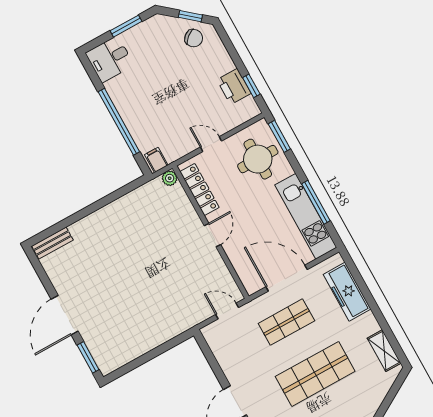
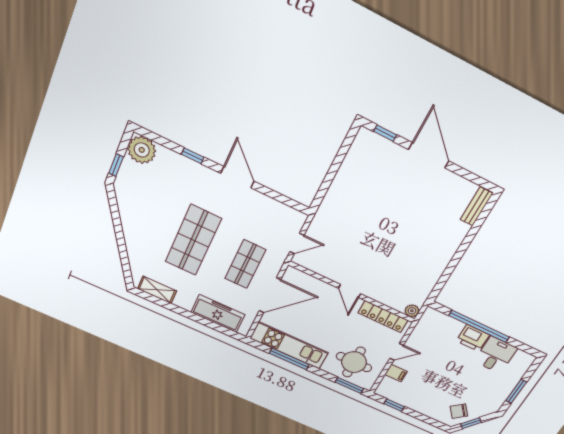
desk: (110, 59) -> (496, 355), moved
printer: (234, 87) -> (473, 338), moved, turned 180
filing cabinet: (156, 160) -> (396, 373), moved
window: (88, 357) -> (385, 133), width x0.67

